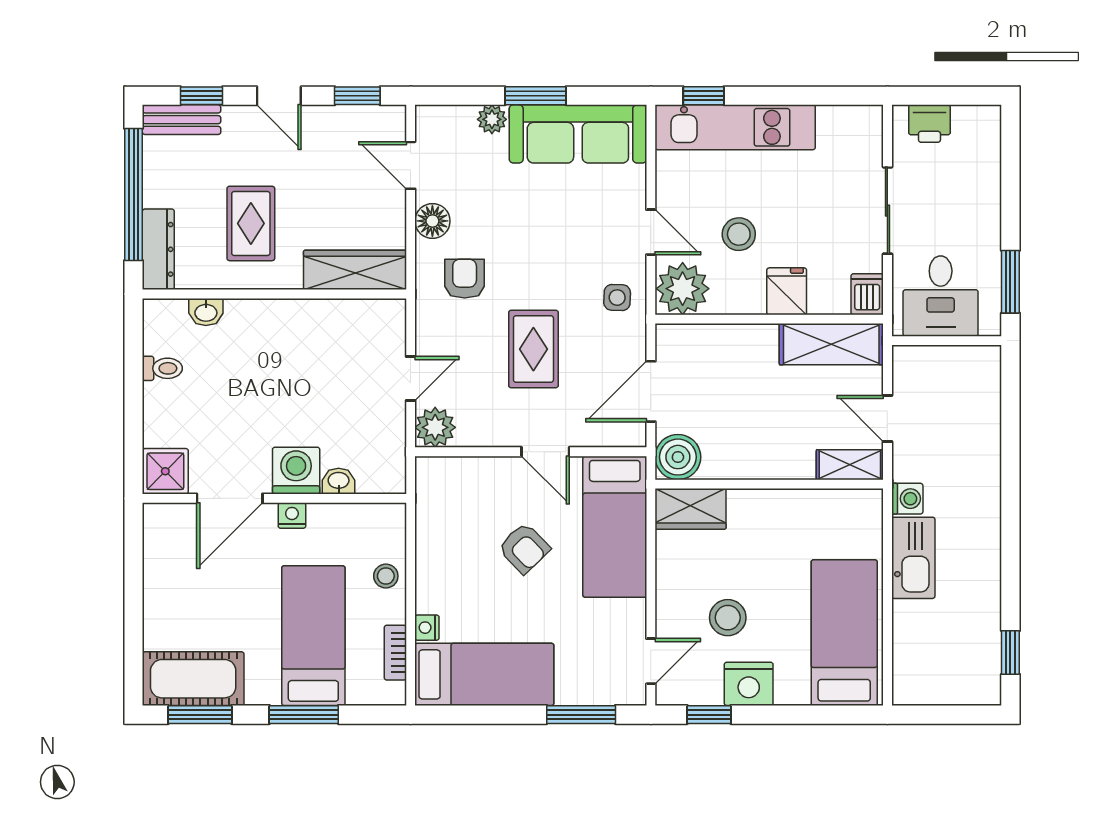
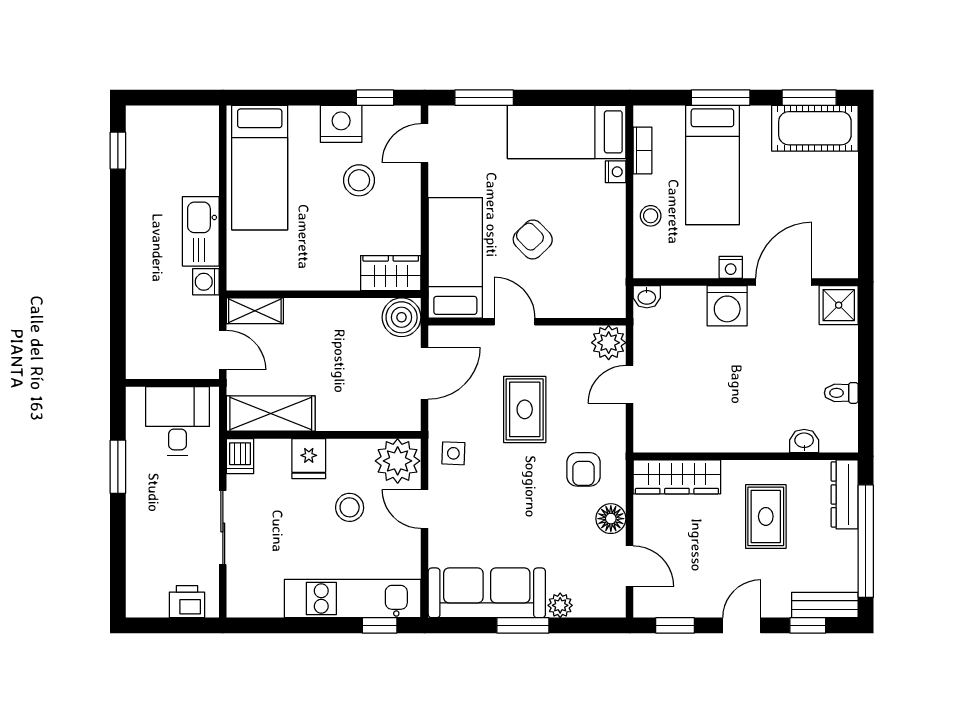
door: (279, 96) -> (742, 625), hinge flipped
desk: (941, 296) -> (177, 421), moved
wall: (947, 341) -> (172, 383), moved
washbasin: (339, 481) -> (647, 297), moved

